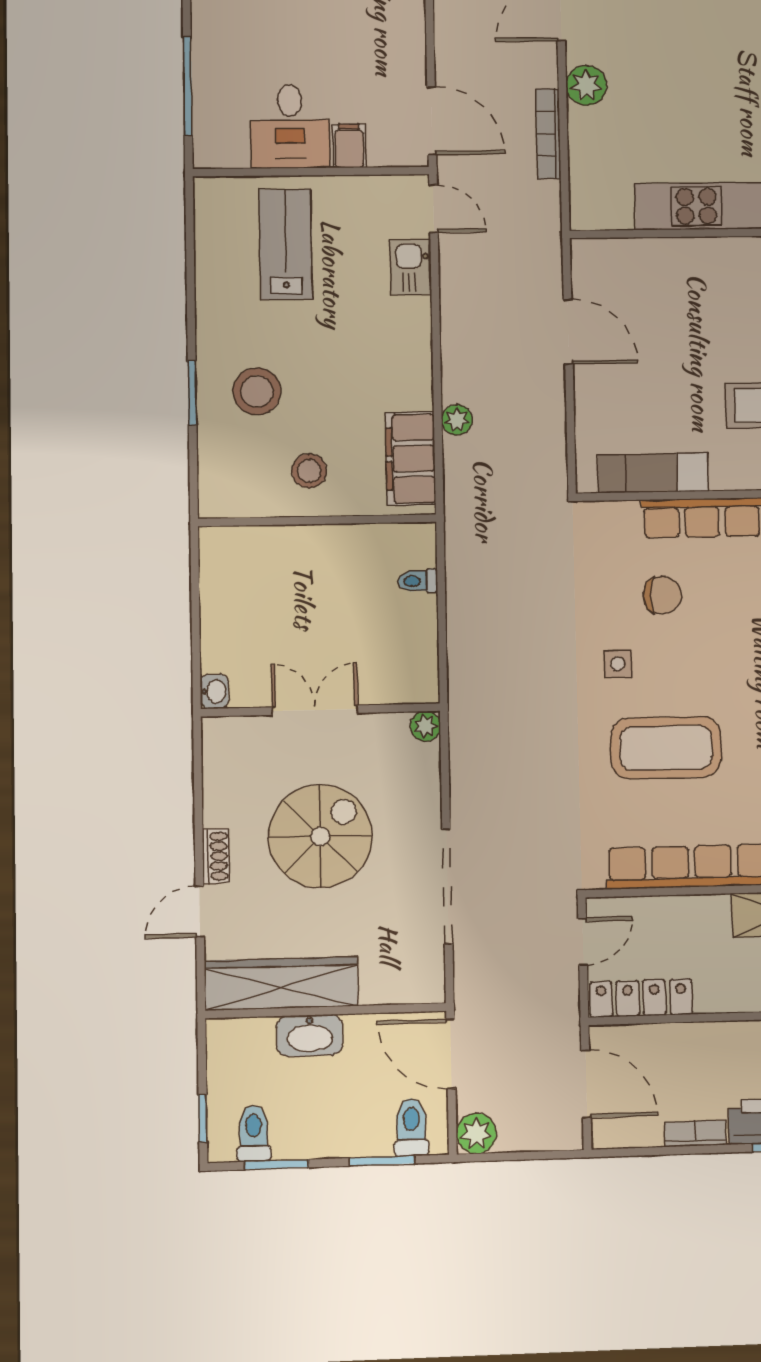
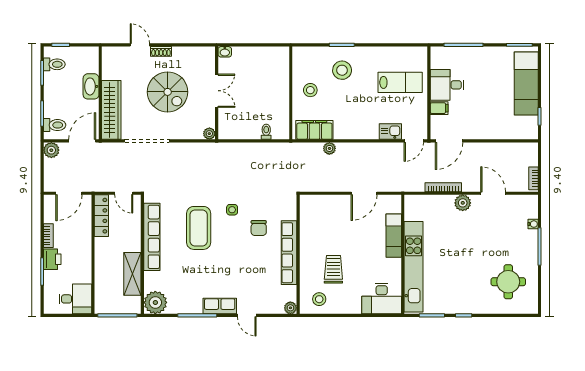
exam couch: (653, 473) -> (394, 236), moved, turned 180
wardrobe: (281, 983) -> (111, 110), moved

